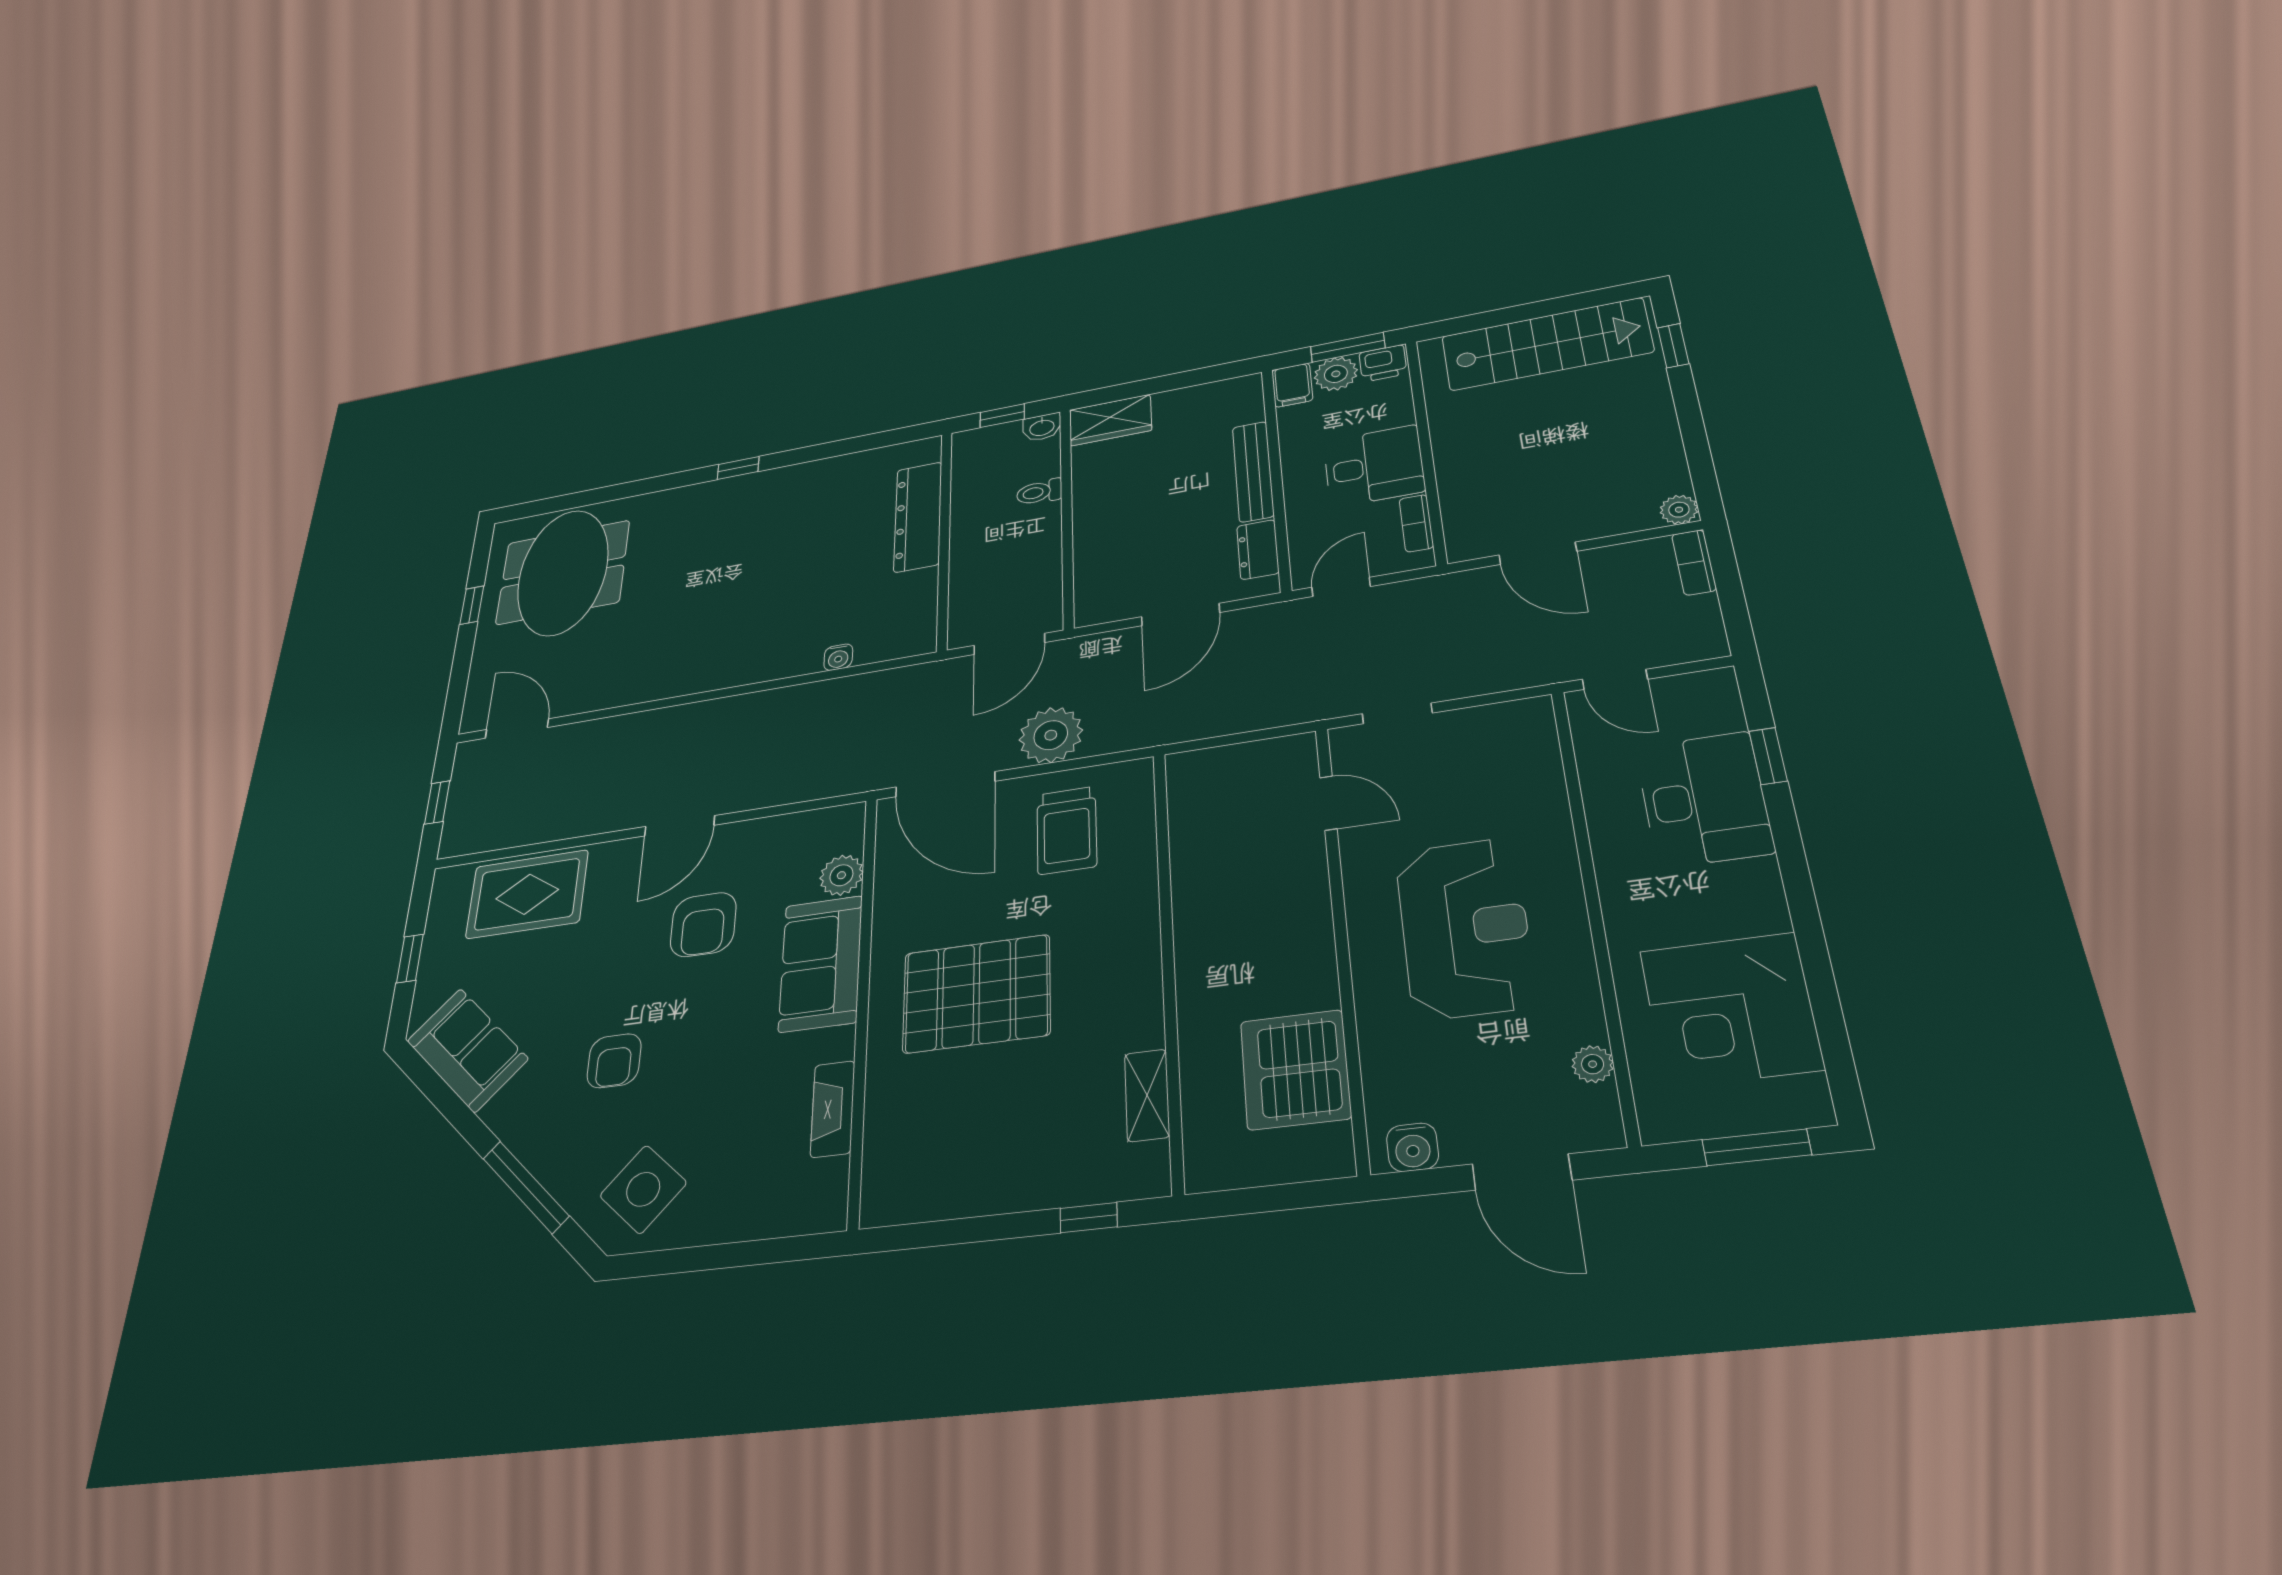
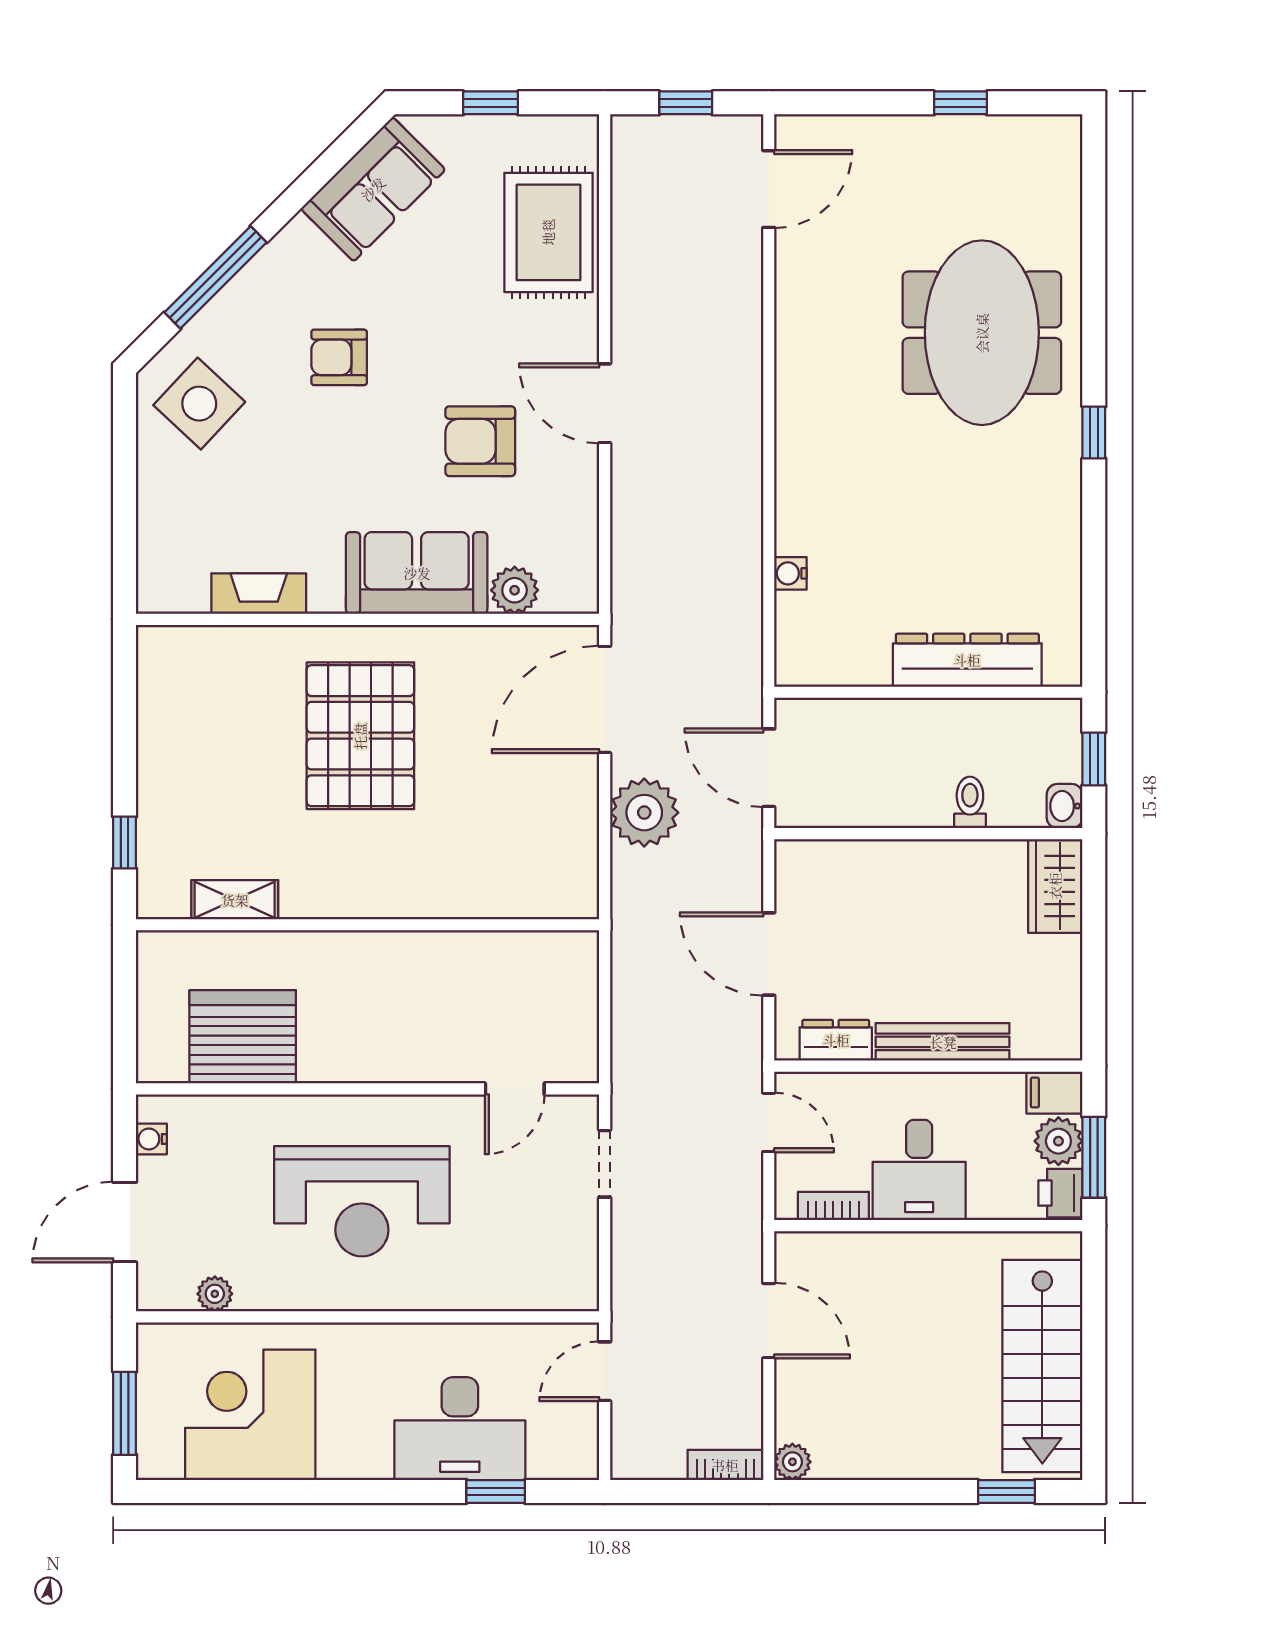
door: (1538, 553) -> (769, 1321), swing flipped
meeting table: (563, 572) -> (982, 333), moved, turned 90
trolley: (1067, 830) -> (528, 828), removed
water cooler: (1413, 1147) -> (151, 1139), width x0.72, depth x0.72

